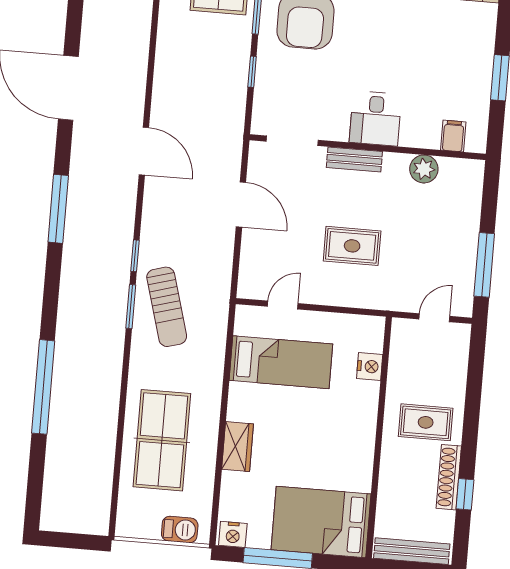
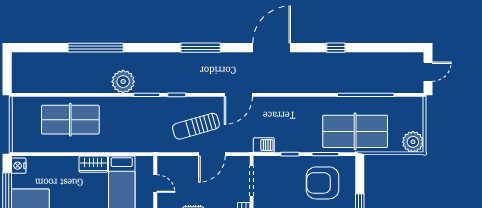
sun lounger: (167, 307) -> (196, 126), moved
plant: (105, 345) -> (123, 82), added
wardrobe: (238, 447) -> (93, 164), moved
barbecue: (180, 530) -> (264, 145), moved, turned -90

